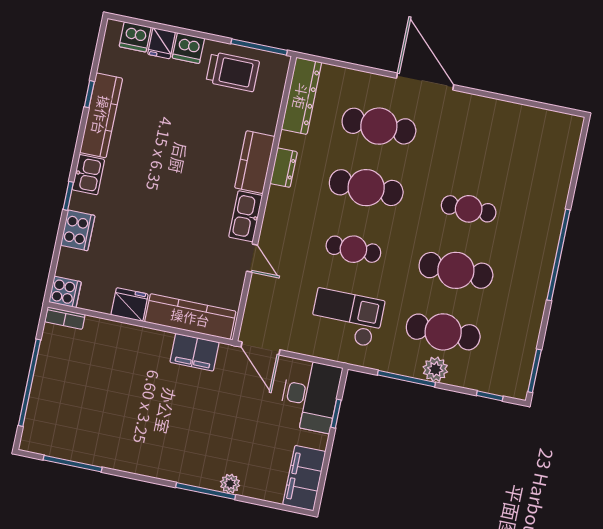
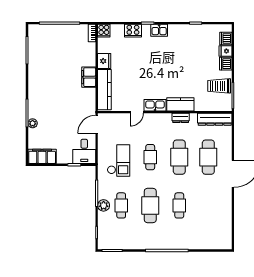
trolley: (233, 72) -> (219, 86), turned 90
kitchen counter: (101, 115) -> (187, 30), removed
cafe table: (443, 332) -> (121, 205), width x0.73, depth x0.74
filing cabinet: (195, 352) -> (89, 77), moved
desk: (310, 396) -> (84, 151), width x0.73

